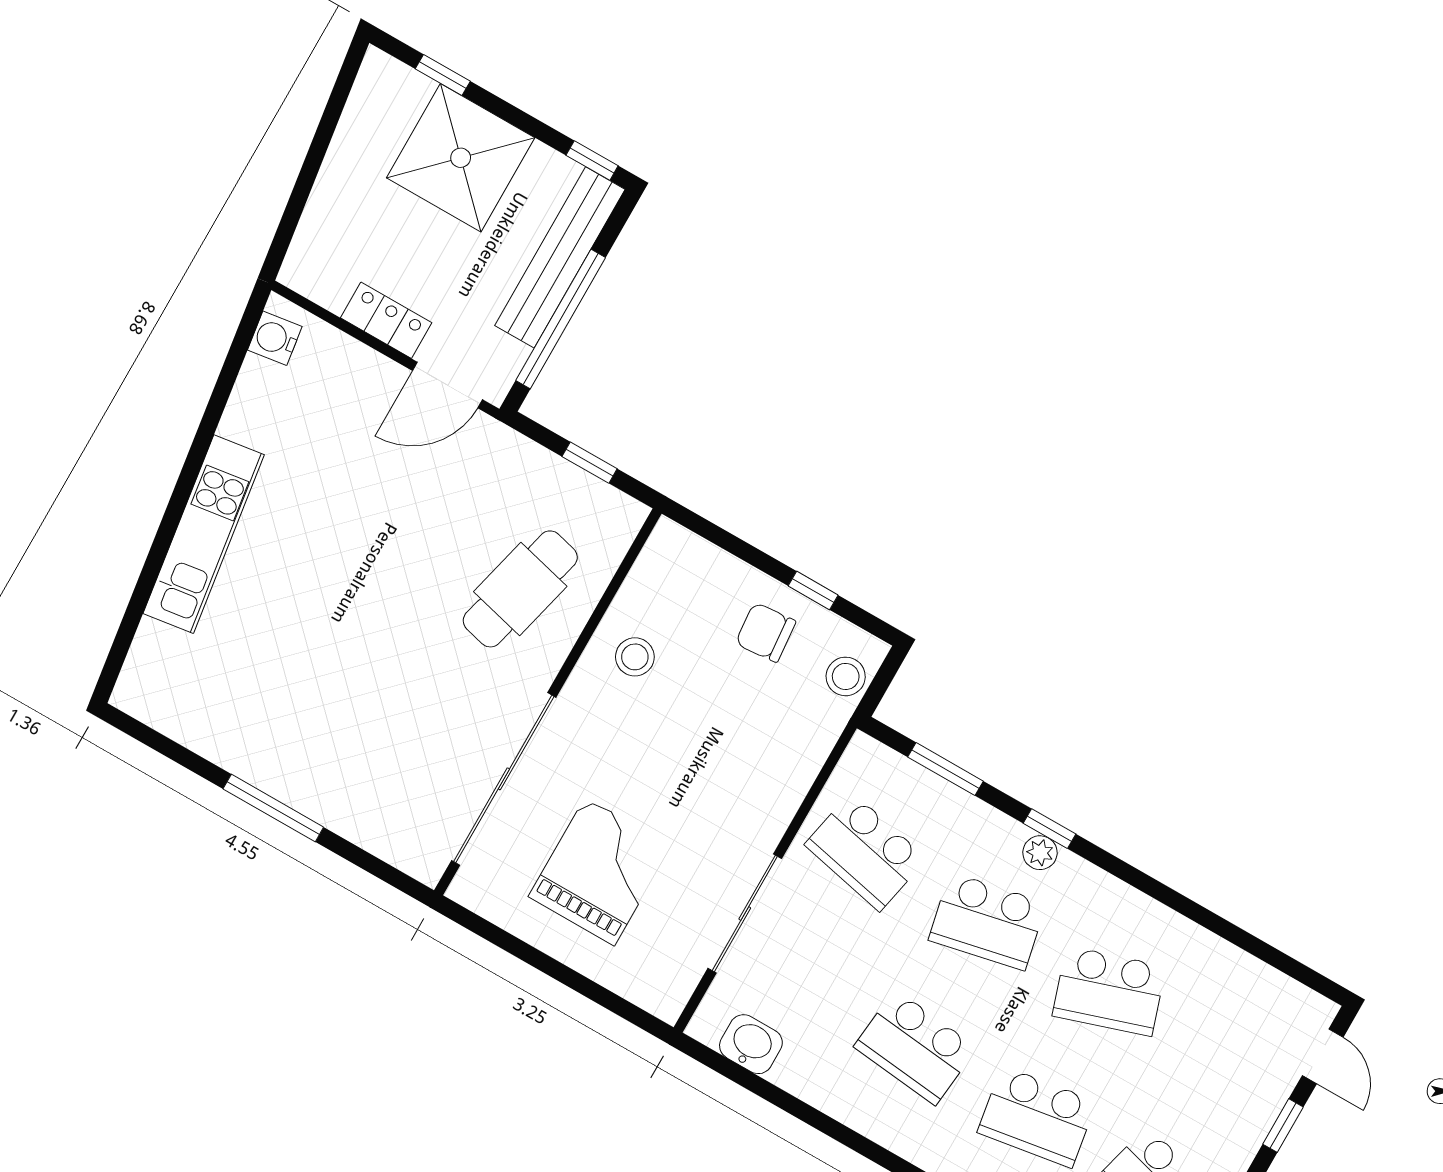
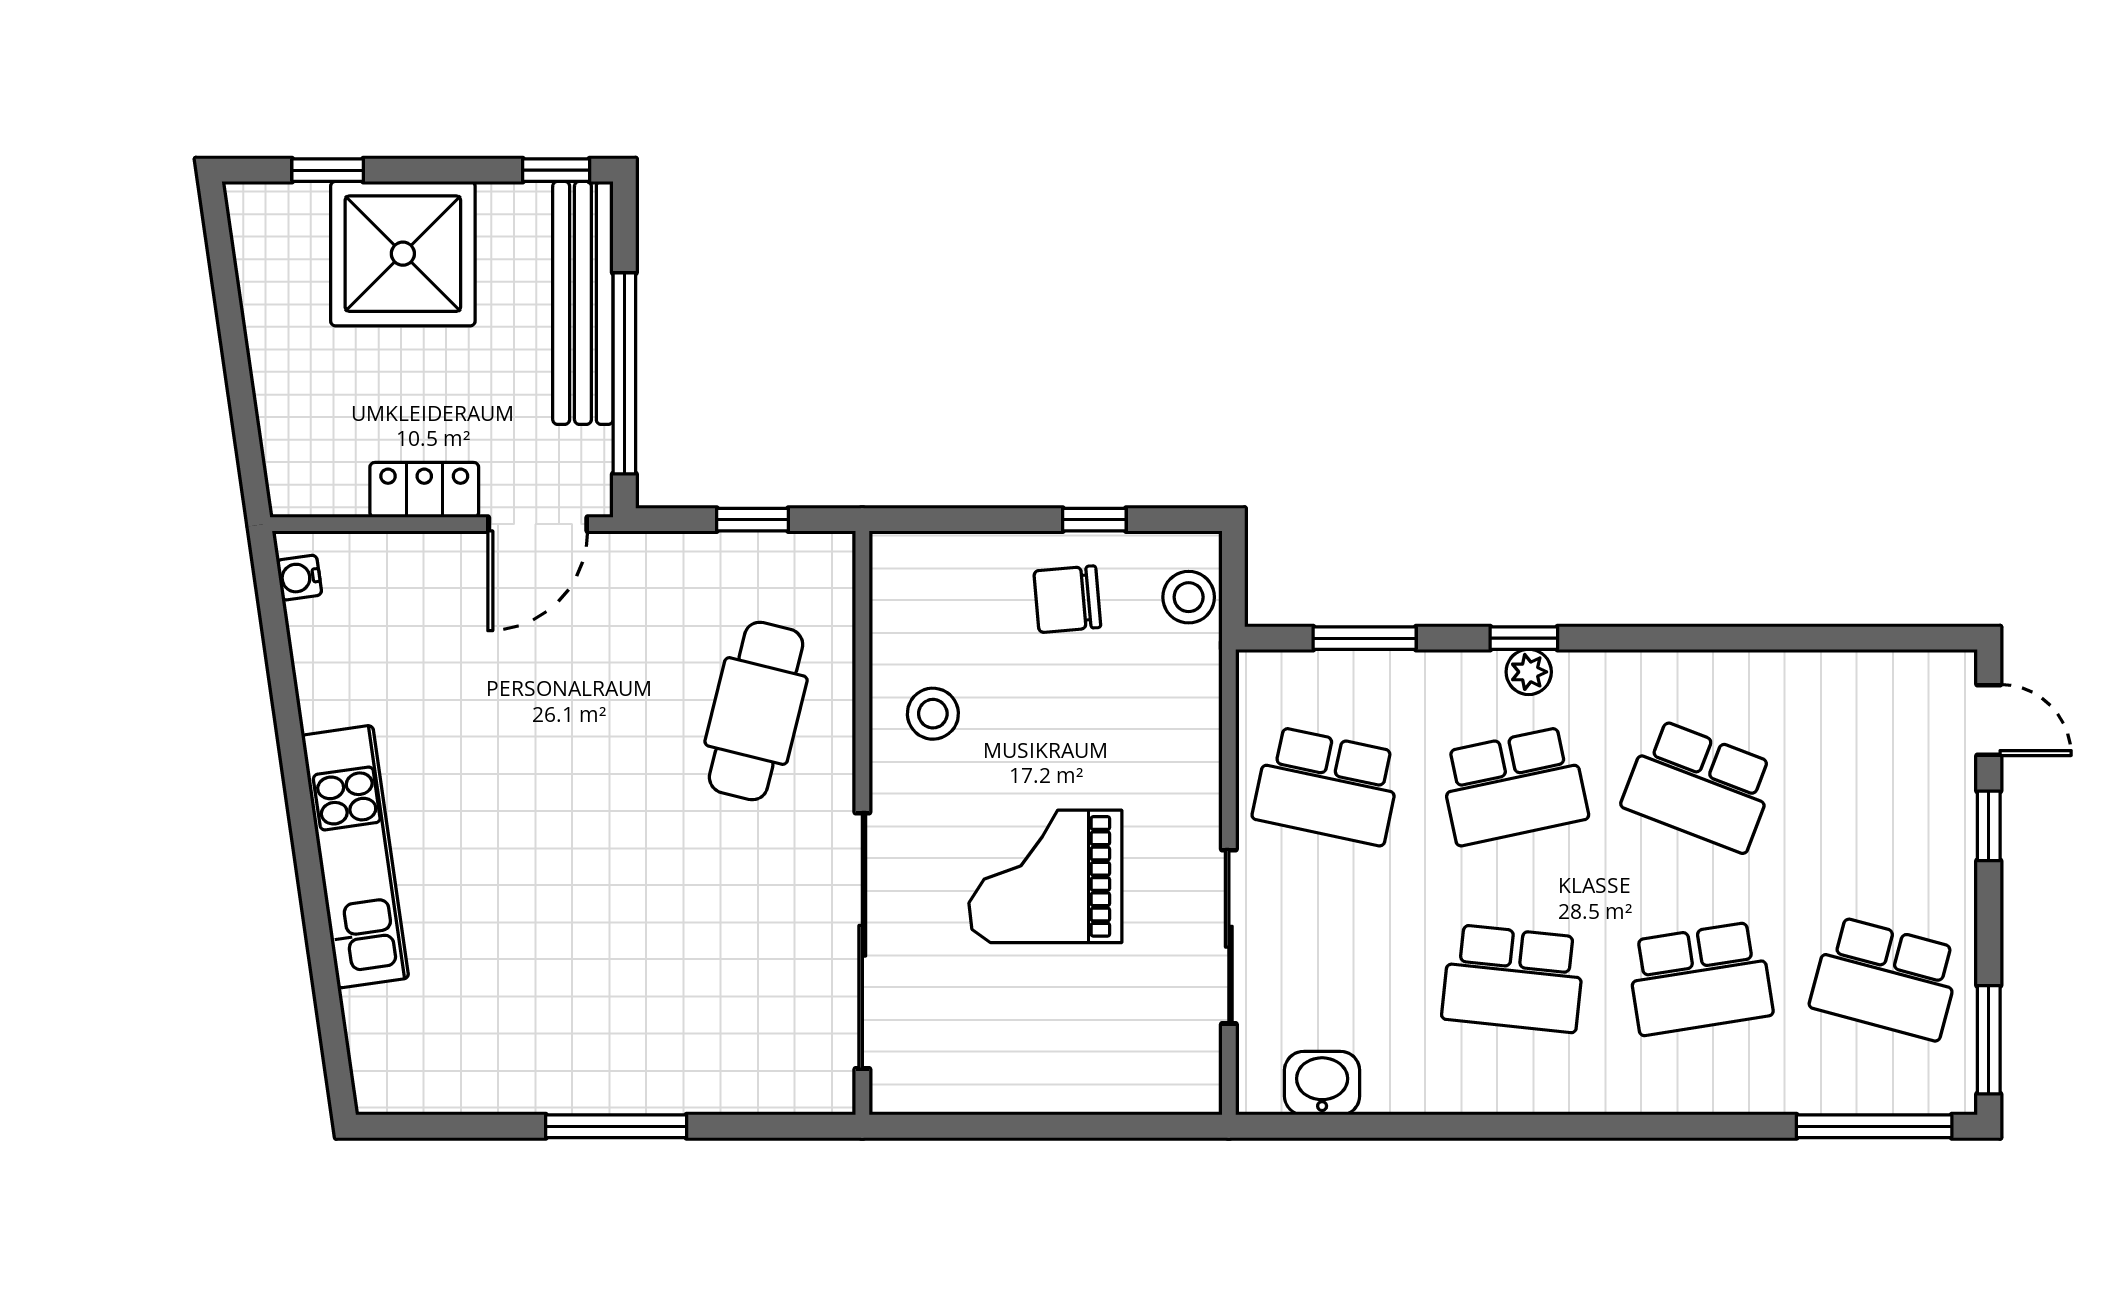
water cooler: (275, 338) -> (299, 578), width x0.72, depth x0.72
grand piano: (600, 872) -> (1045, 876), moved, turned -90
school desk: (1109, 991) -> (1700, 786), turned 39

